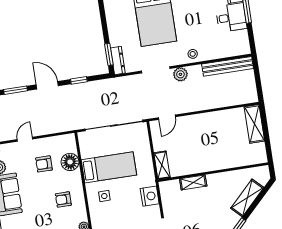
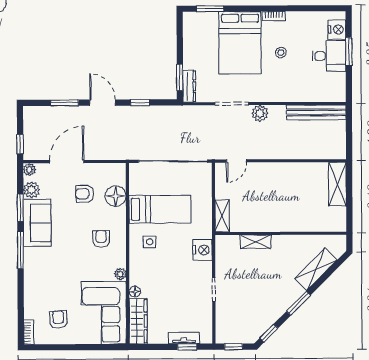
stool: (193, 54) -> (281, 53), moved
door: (25, 139) -> (67, 162), width x1.87
armchair: (63, 200) -> (101, 239), turned 90

